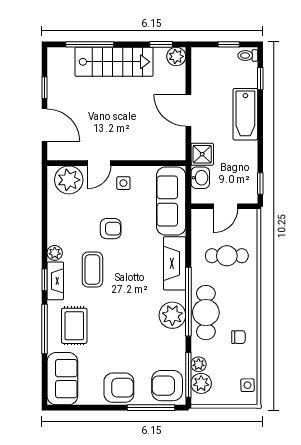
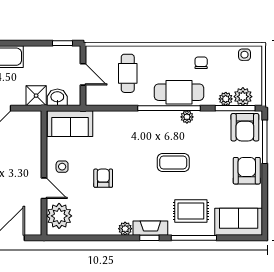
sofa: (171, 201) -> (70, 124), width x0.73
fireplace: (175, 263) -> (135, 120), removed
coffee table: (92, 270) -> (173, 162), moved
plant: (172, 315) -> (187, 117), width x0.53, depth x0.53

